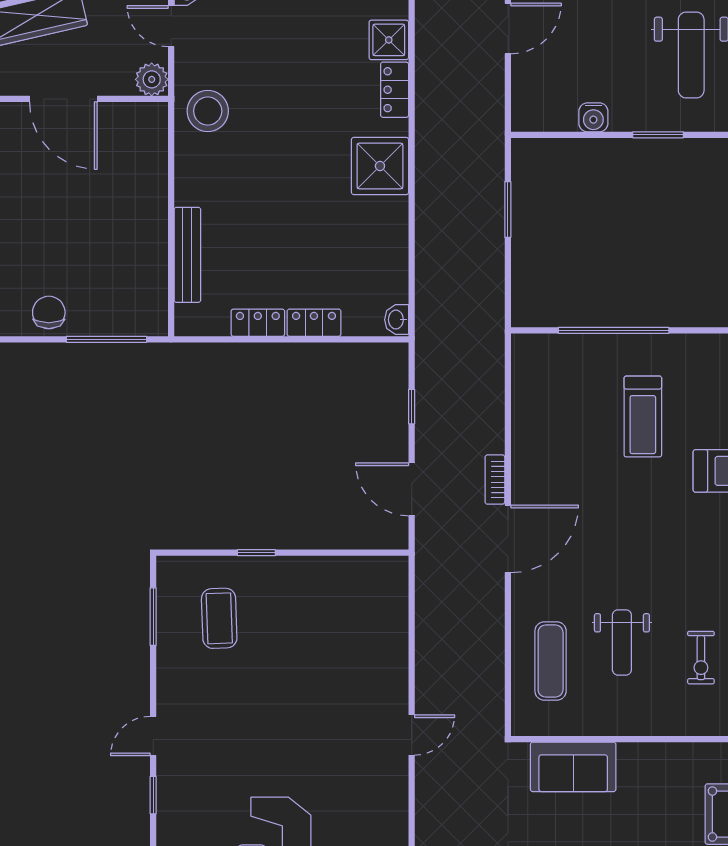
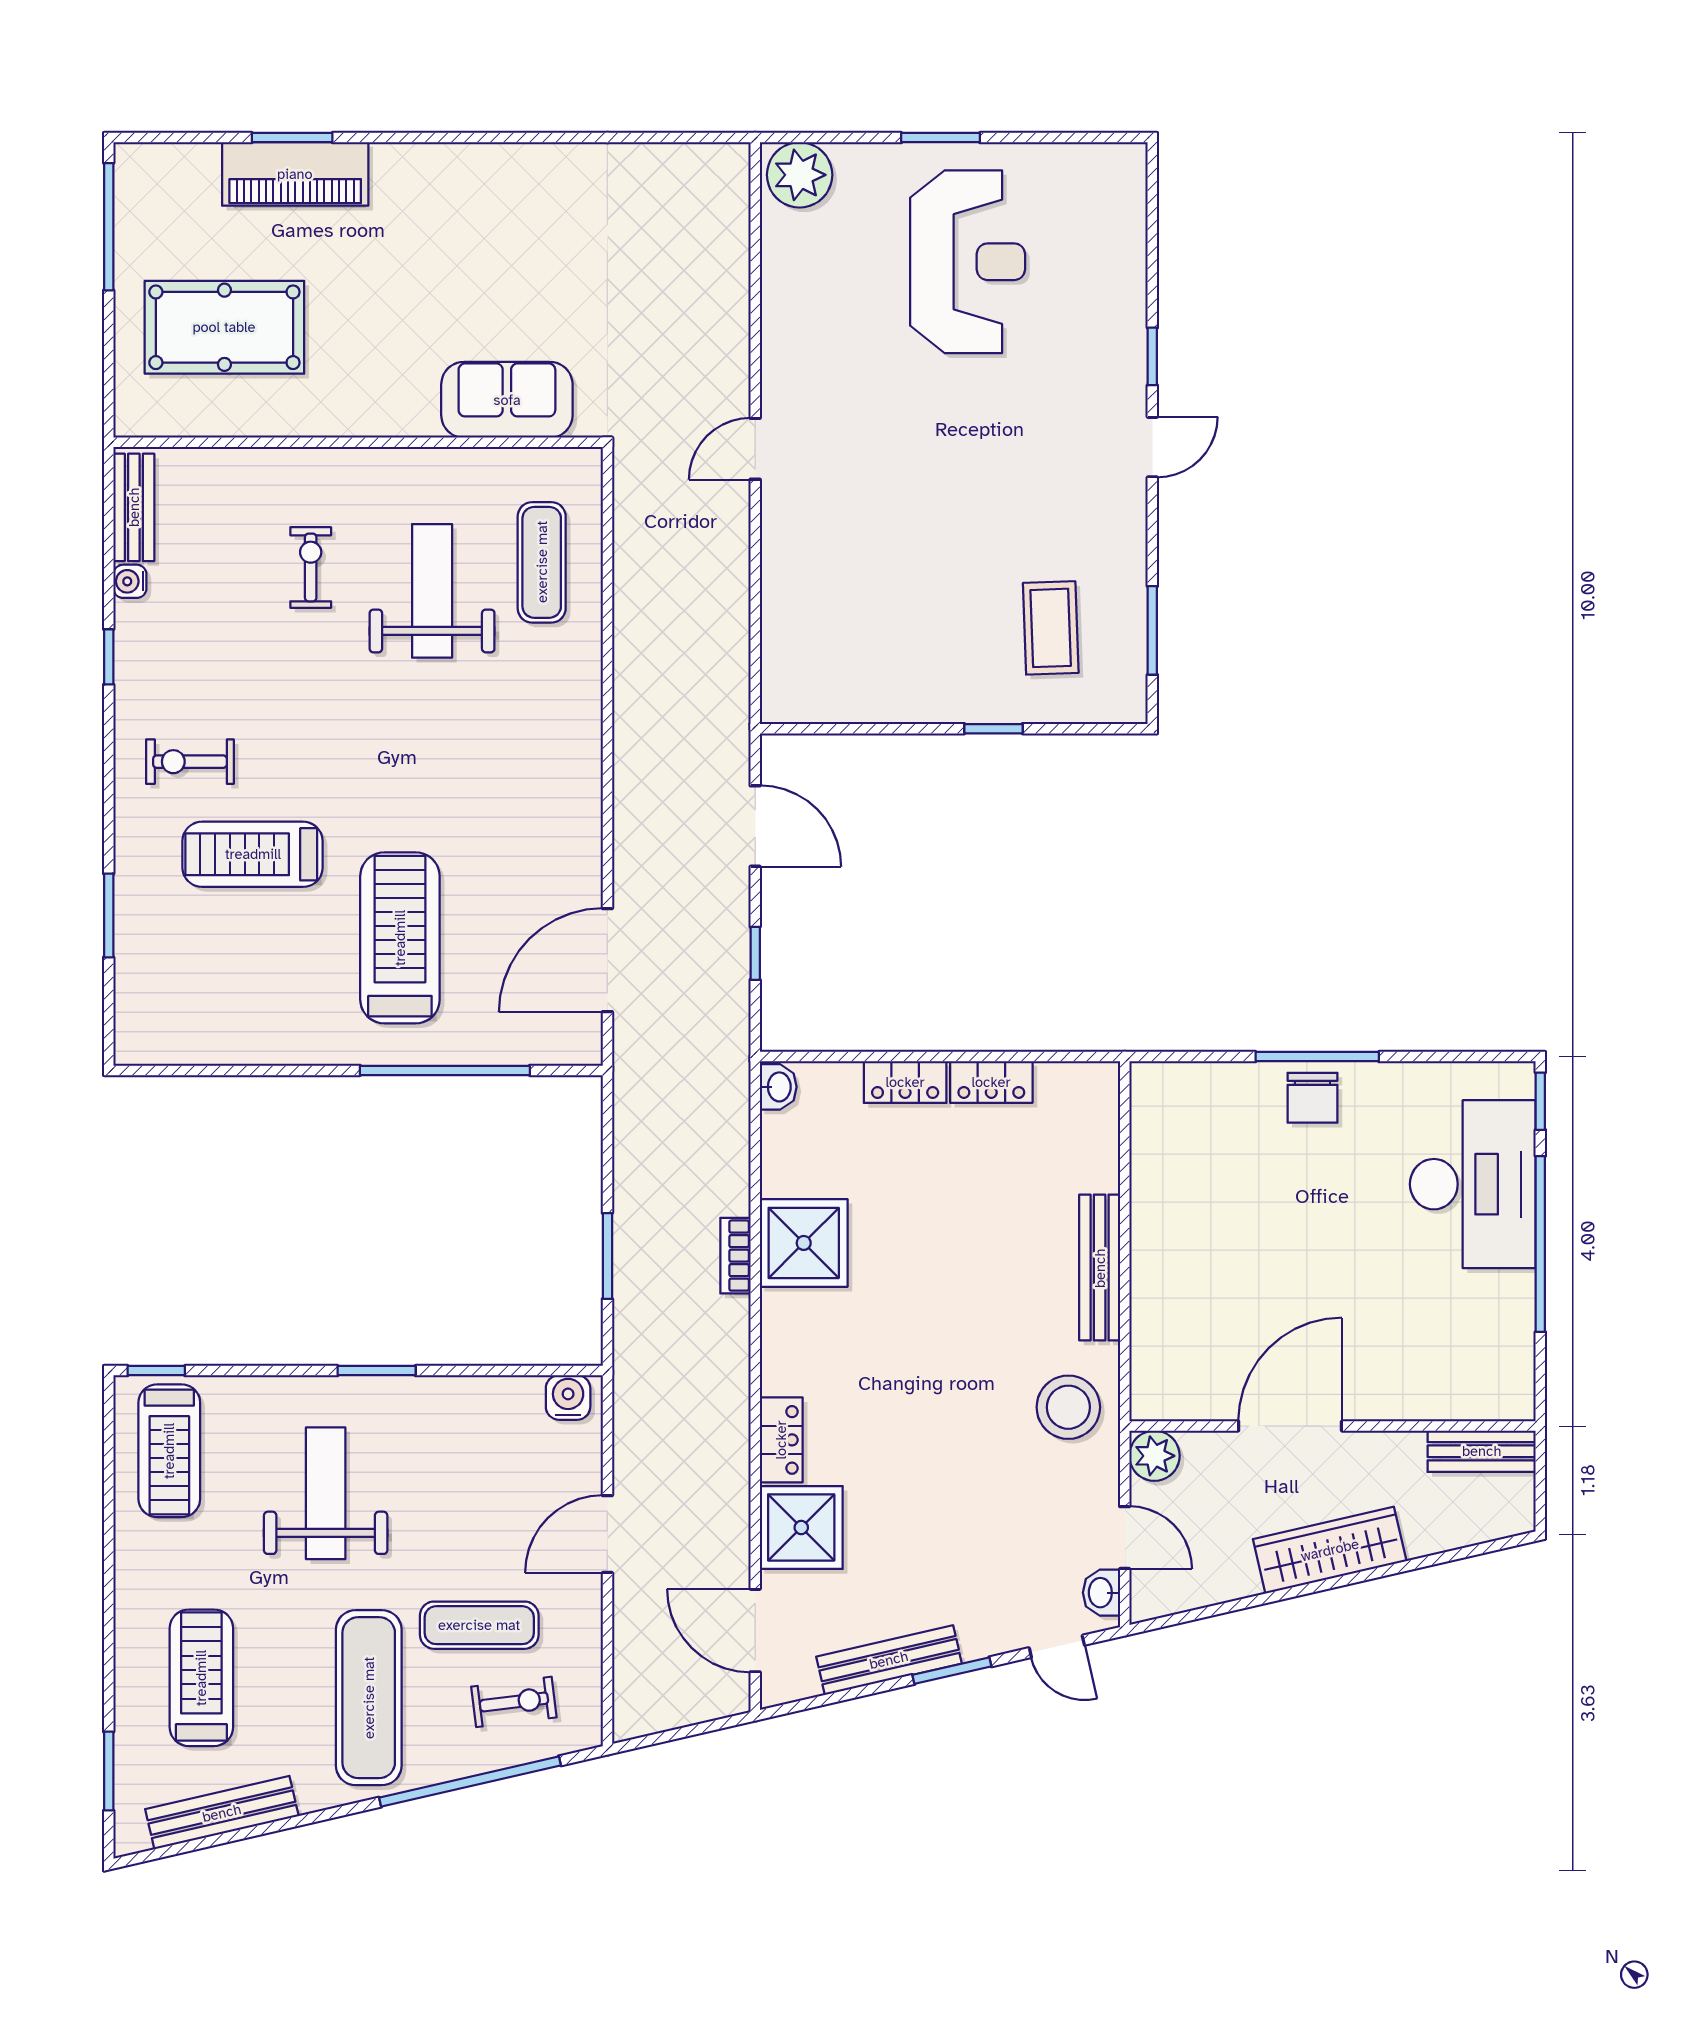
shower: (389, 40) -> (801, 1527), width x1.36, depth x1.36
door: (63, 99) -> (1290, 1426), hinge flipped
water cooler: (593, 117) -> (568, 1397), moved
shower: (380, 166) -> (804, 1243), moved
bench: (187, 255) -> (1100, 1268), moved
window: (106, 339) -> (1317, 1057), moved
treadmill: (643, 417) -> (400, 938), width x1.37, depth x1.38
bookcase: (495, 480) -> (735, 1256), moved, turned 180
door: (508, 539) -> (607, 960), moved
weight bench: (622, 642) -> (432, 591), width x1.36, depth x1.33

